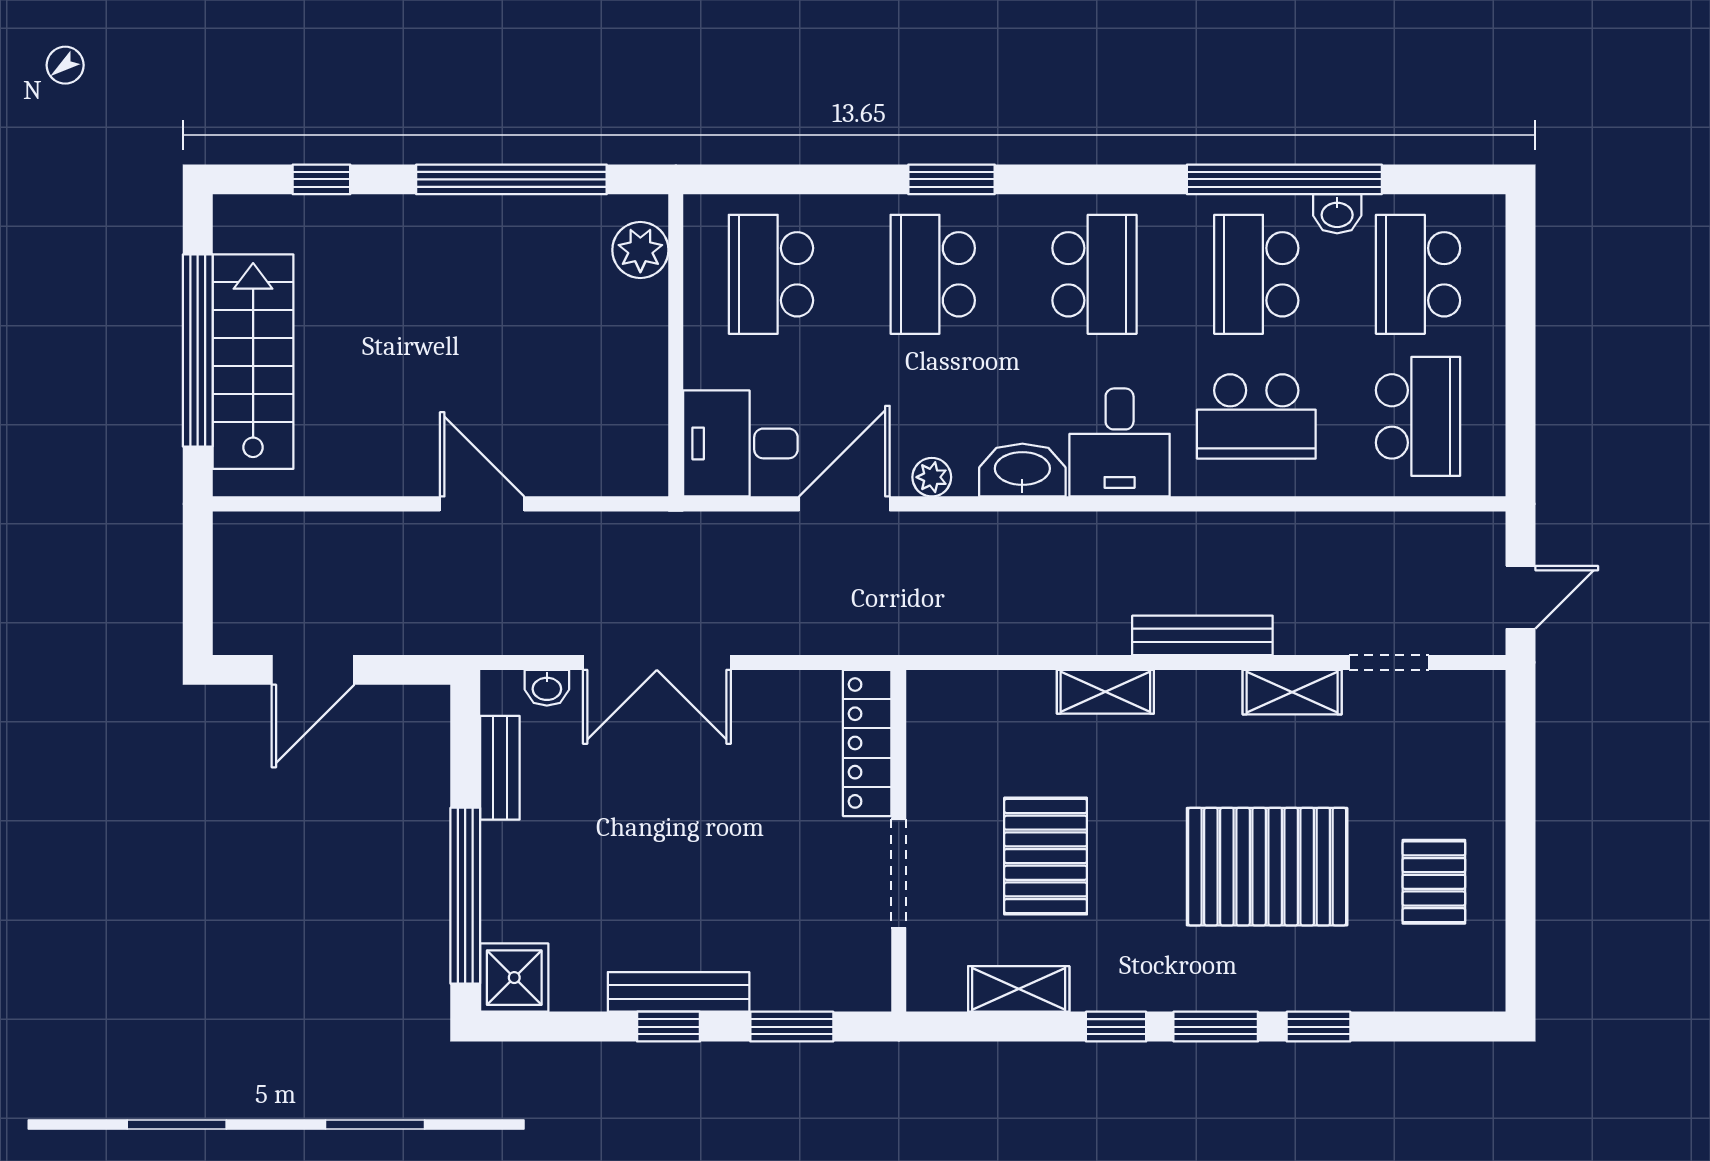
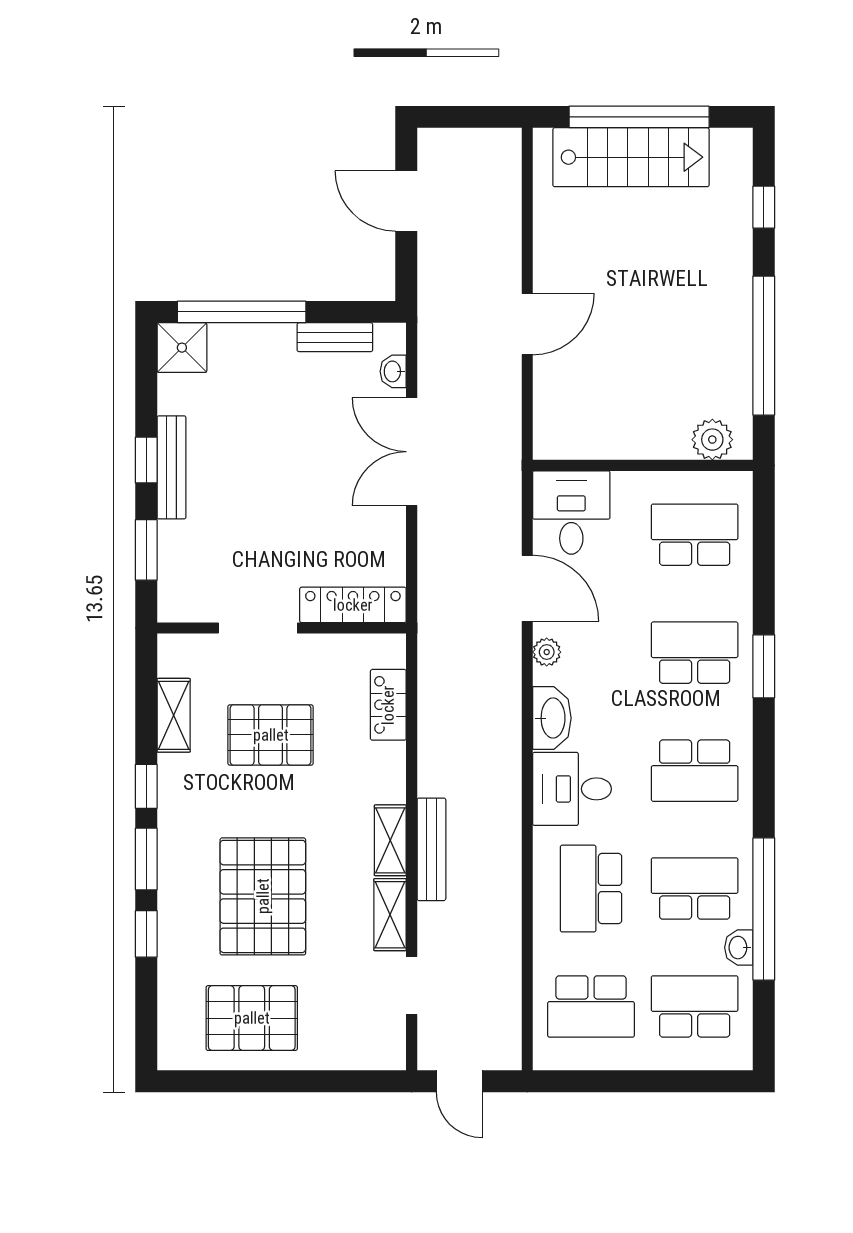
shelving: (1105, 692) -> (390, 840), moved
locker: (1004, 694) -> (388, 705), added
pallet: (1434, 882) -> (252, 1018), width x1.50, depth x1.42

